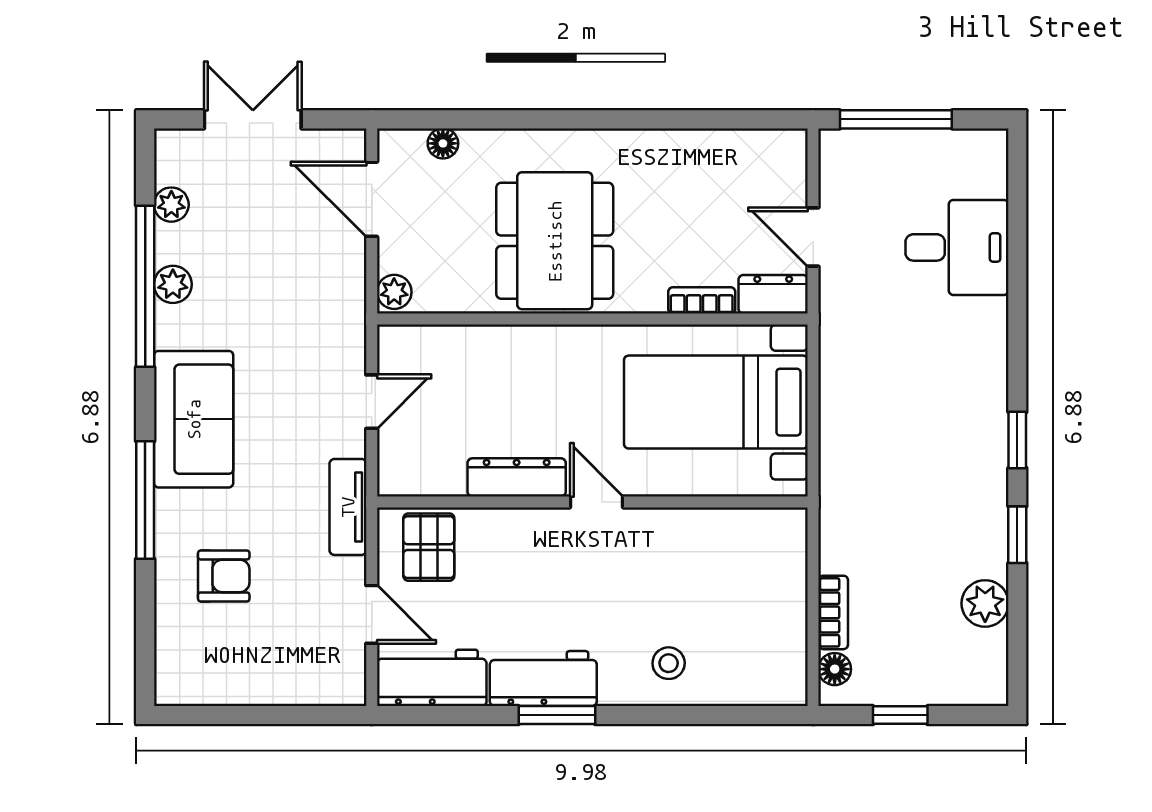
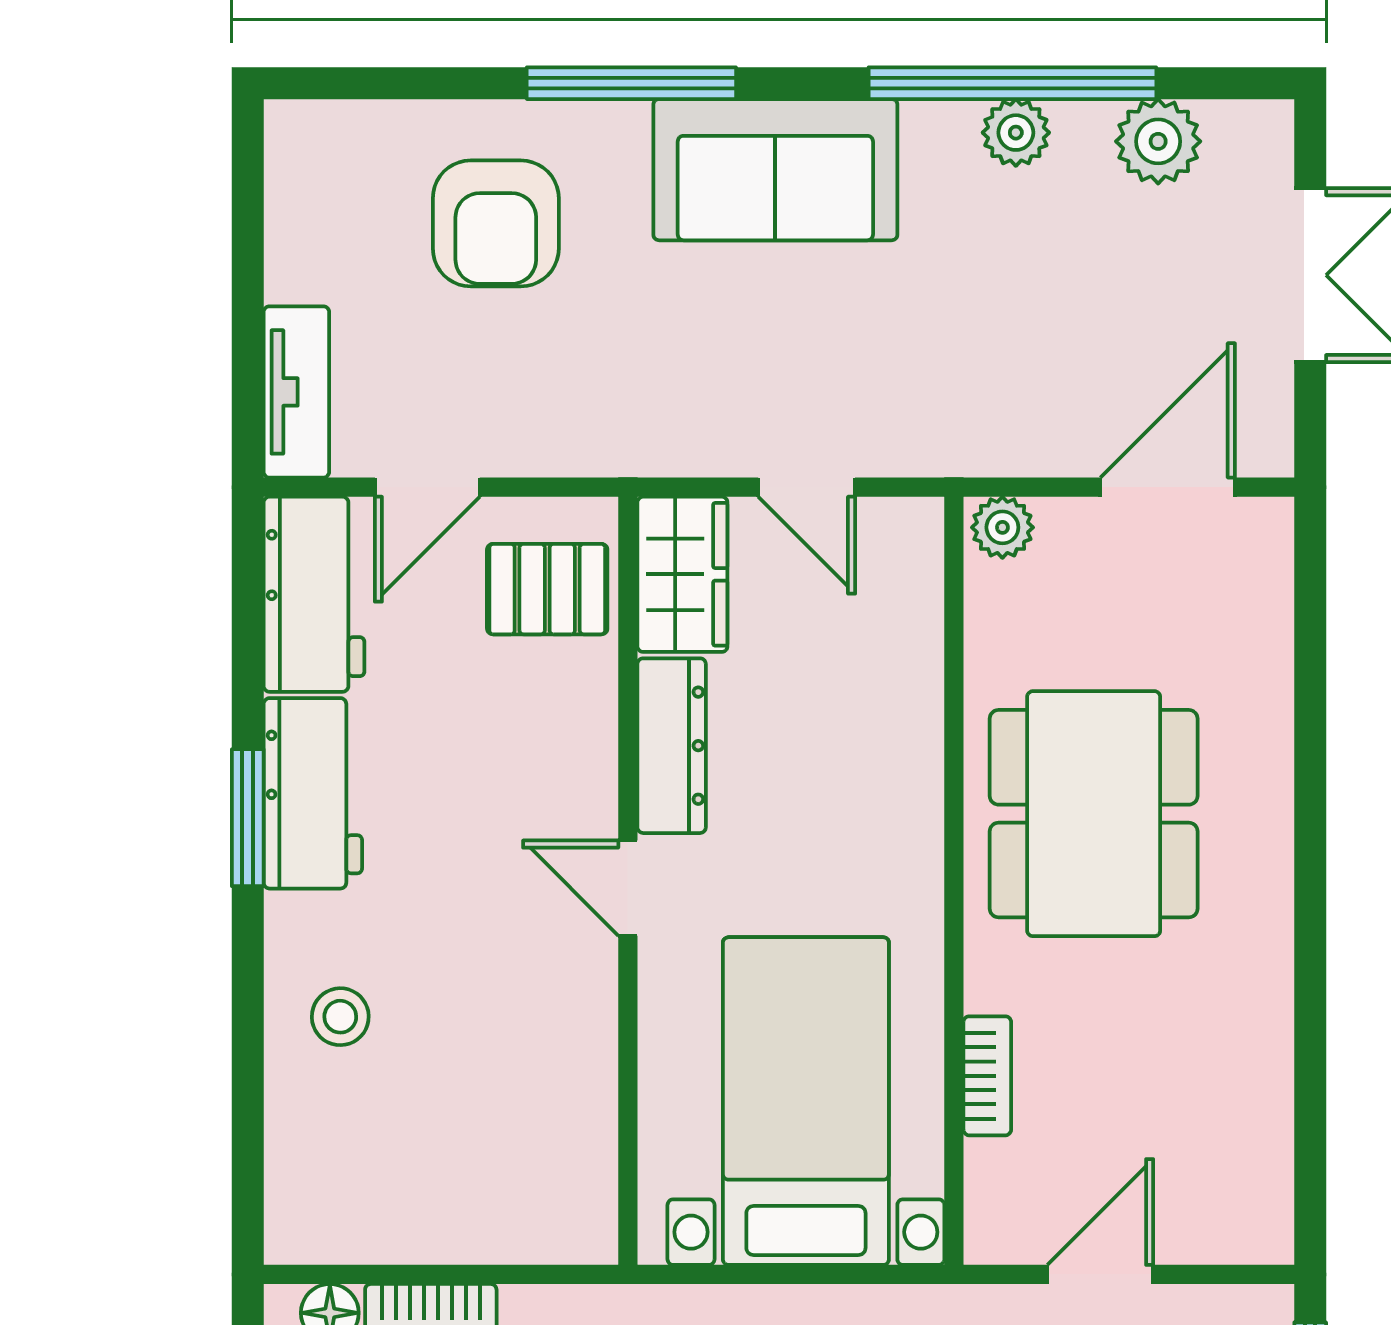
floor lamp: (443, 143) -> (1267, 614), removed
plant: (171, 205) -> (1158, 141), width x1.38, depth x1.38
dining table: (555, 241) -> (1094, 814), turned 90
dresser: (773, 294) -> (998, 1203), removed
wardrobe: (421, 471) -> (682, 574), added
door: (596, 502) -> (628, 888), swing flipped
tv unit: (348, 507) -> (296, 392), moved, turned 90
armchair: (224, 576) -> (496, 223), width x1.38, depth x1.38

